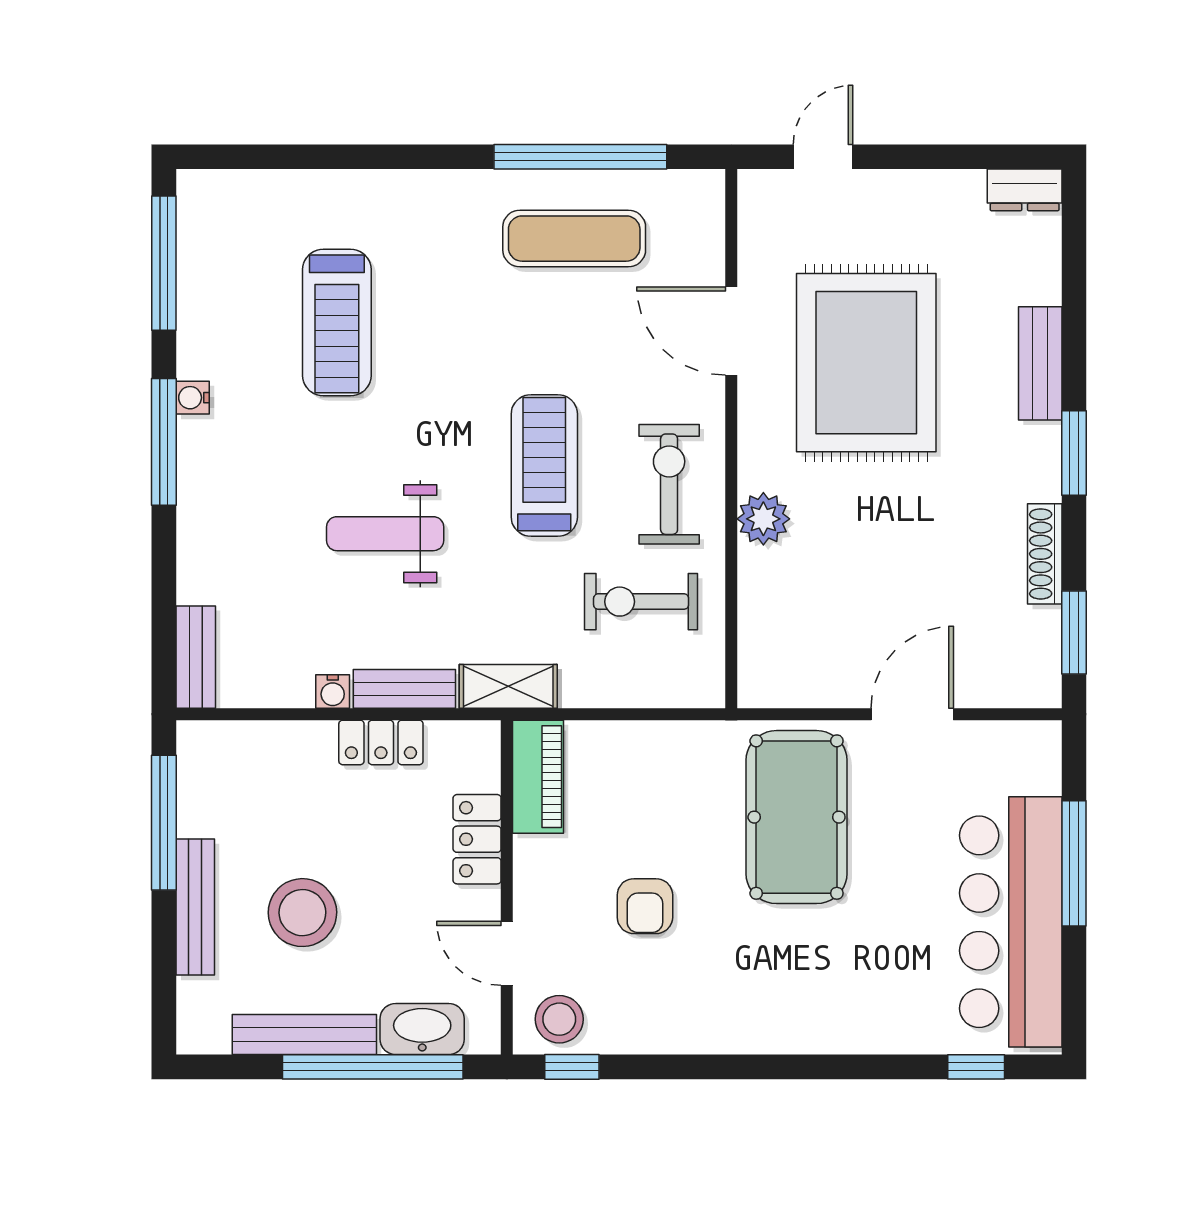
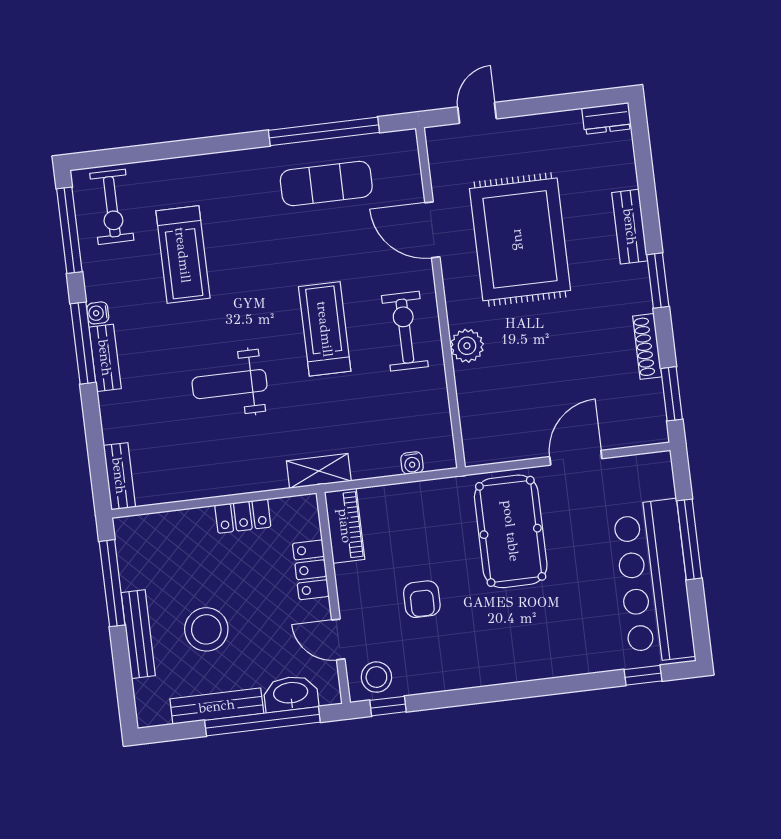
exercise bike: (641, 602) -> (112, 207), moved, turned -90
bench: (404, 689) -> (105, 358), moved, turned 90
water cooler: (333, 692) -> (412, 463), moved

